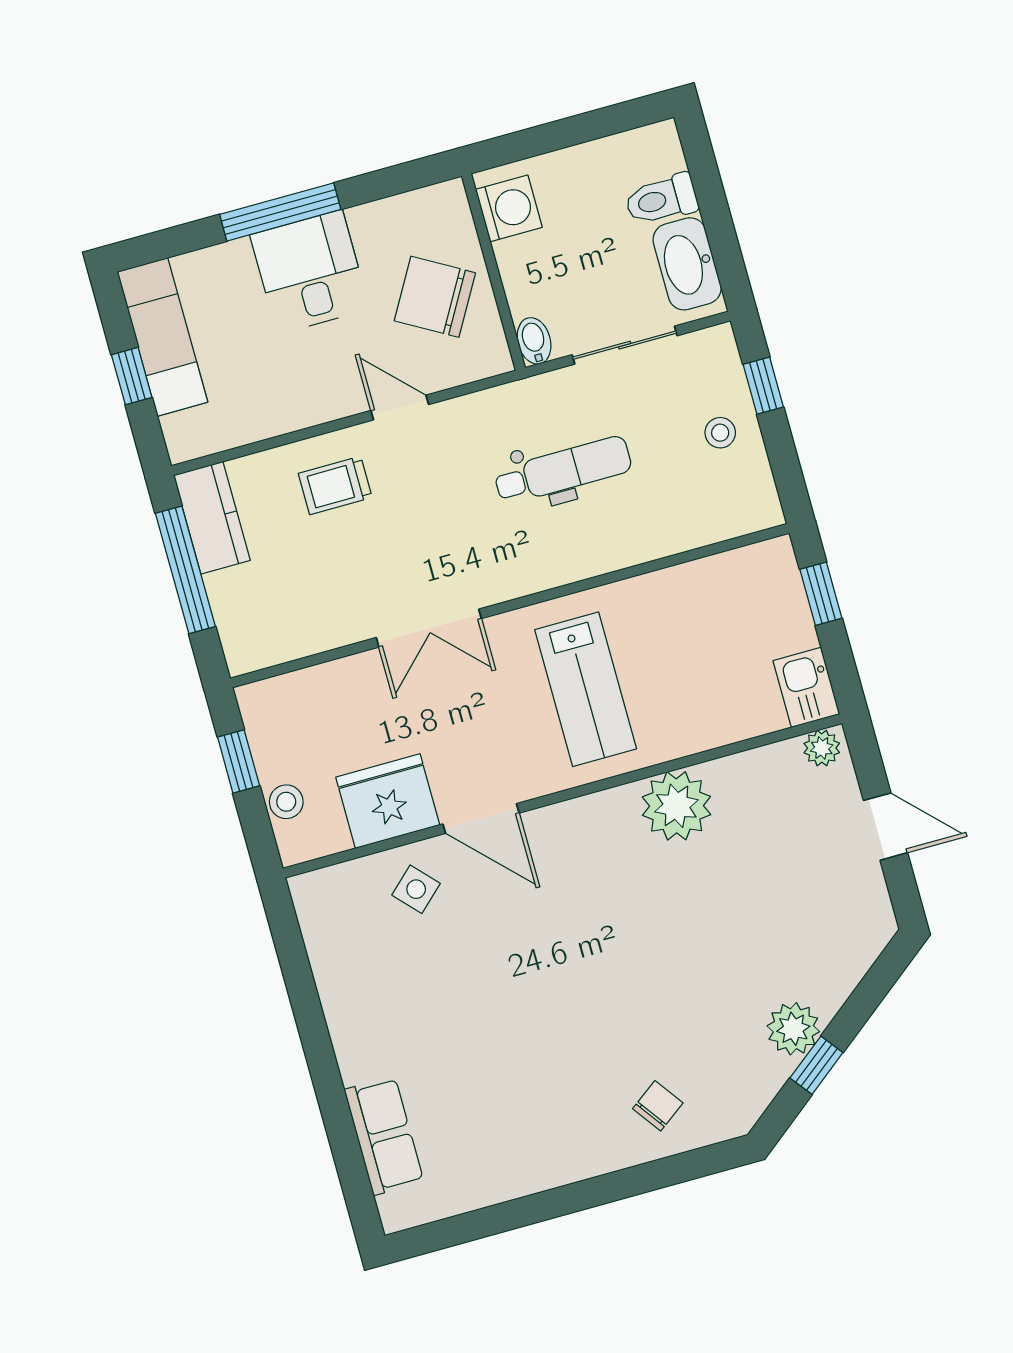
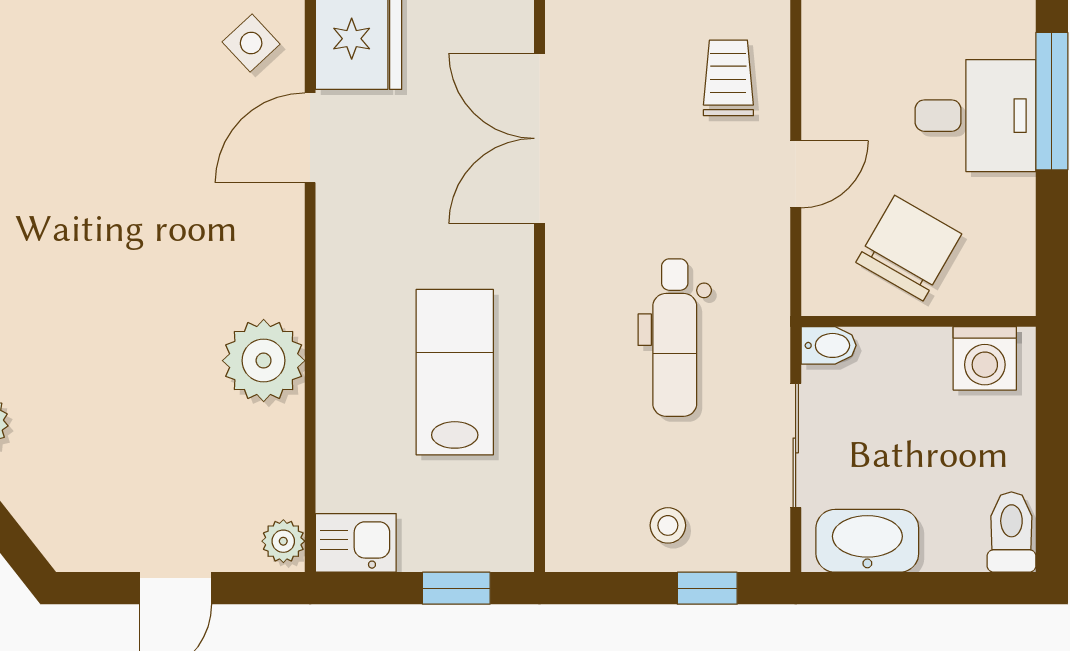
toilet: (661, 200) -> (1011, 532), moved
double door: (429, 628) -> (540, 138), width x1.37
lab bench: (586, 689) -> (455, 372), moved, turned 90

